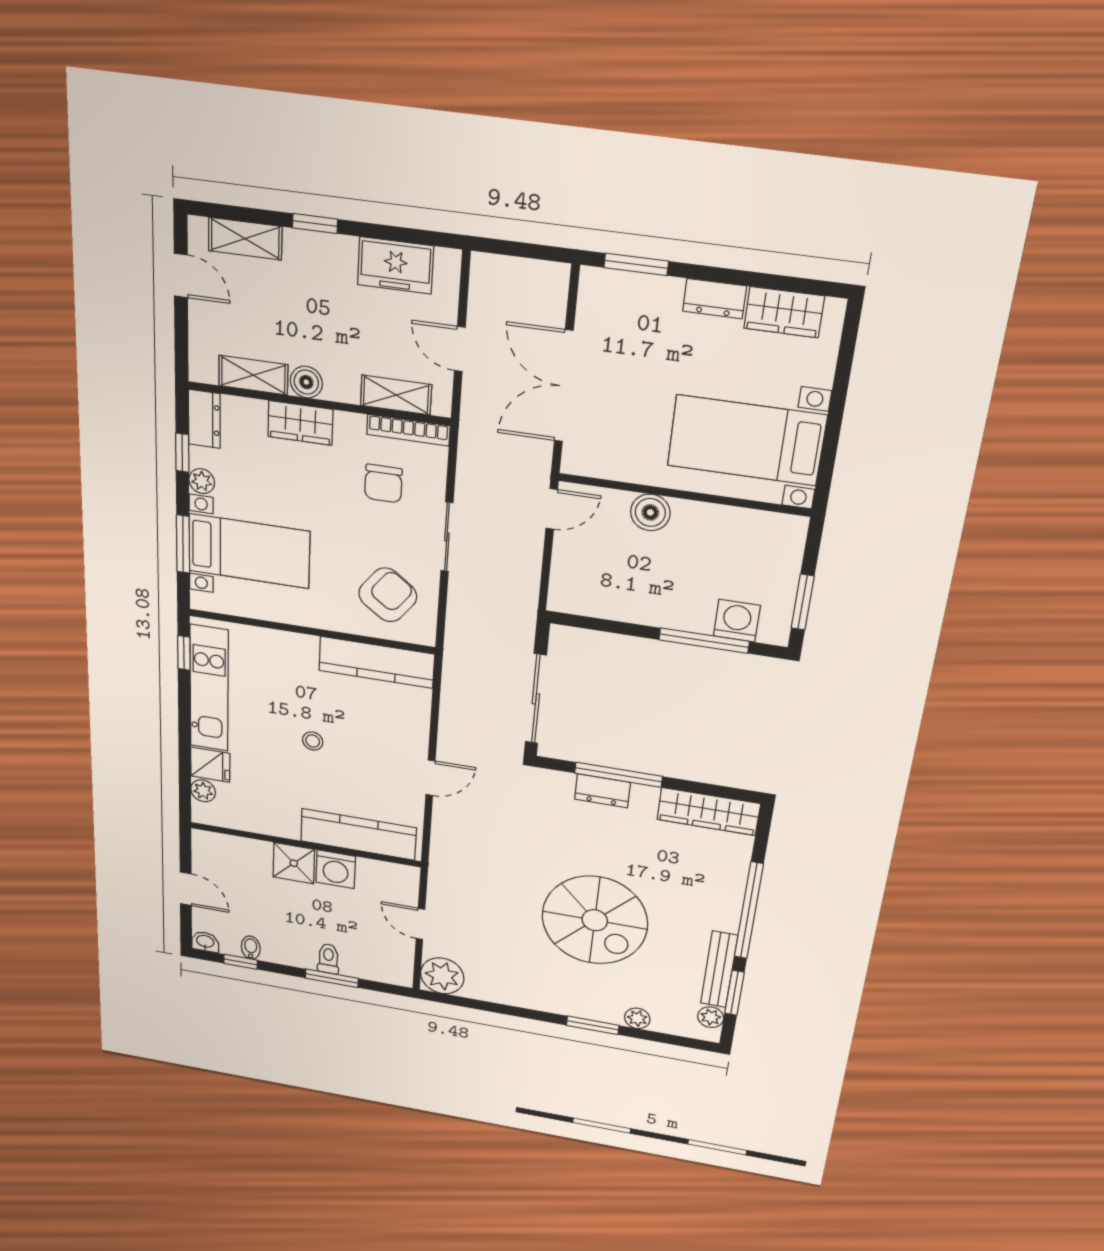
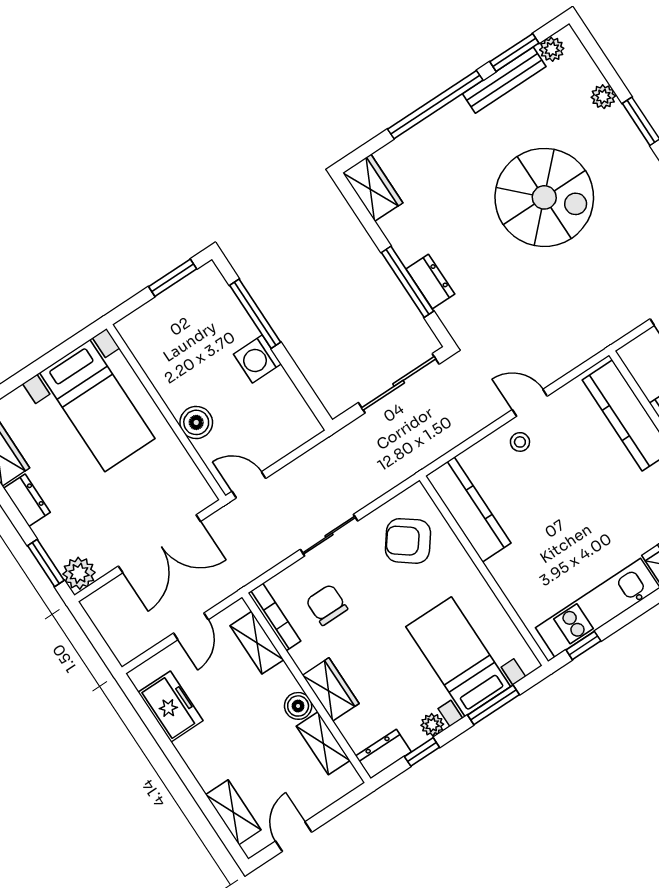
window: (315, 223) -> (186, 776), removed
plant: (599, 288) -> (79, 573), added
chair: (383, 484) -> (327, 605), turned -90
washing machine: (737, 621) -> (257, 359), moved
stool: (313, 741) -> (520, 442), moved
wardrobe: (709, 812) -> (373, 188), width x0.67
spiral stairs: (595, 920) -> (544, 197), turned 90

